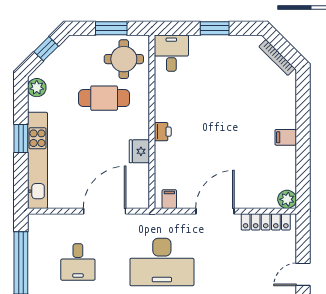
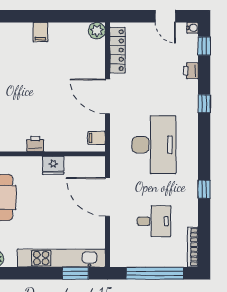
window: (21, 139) -> (75, 273), moved

